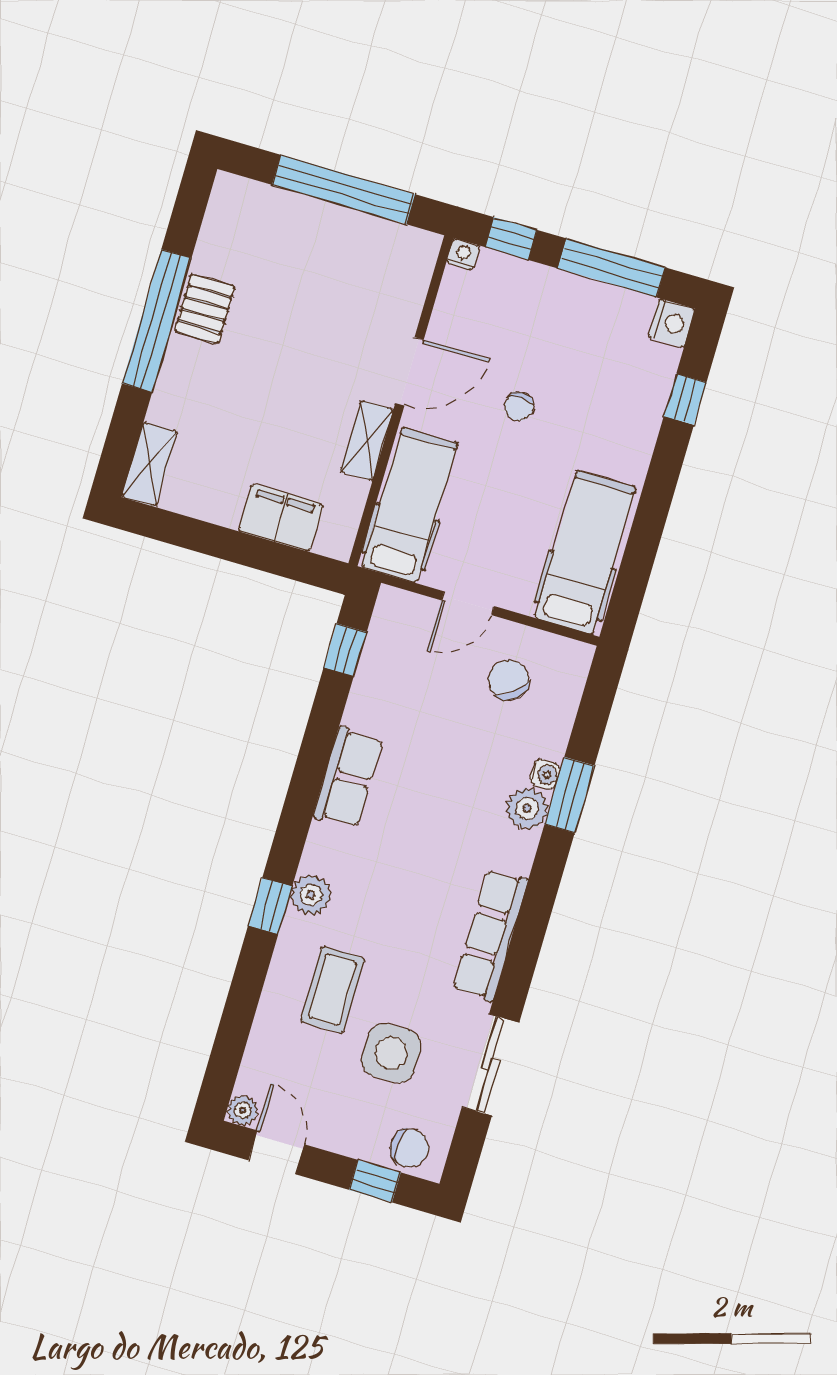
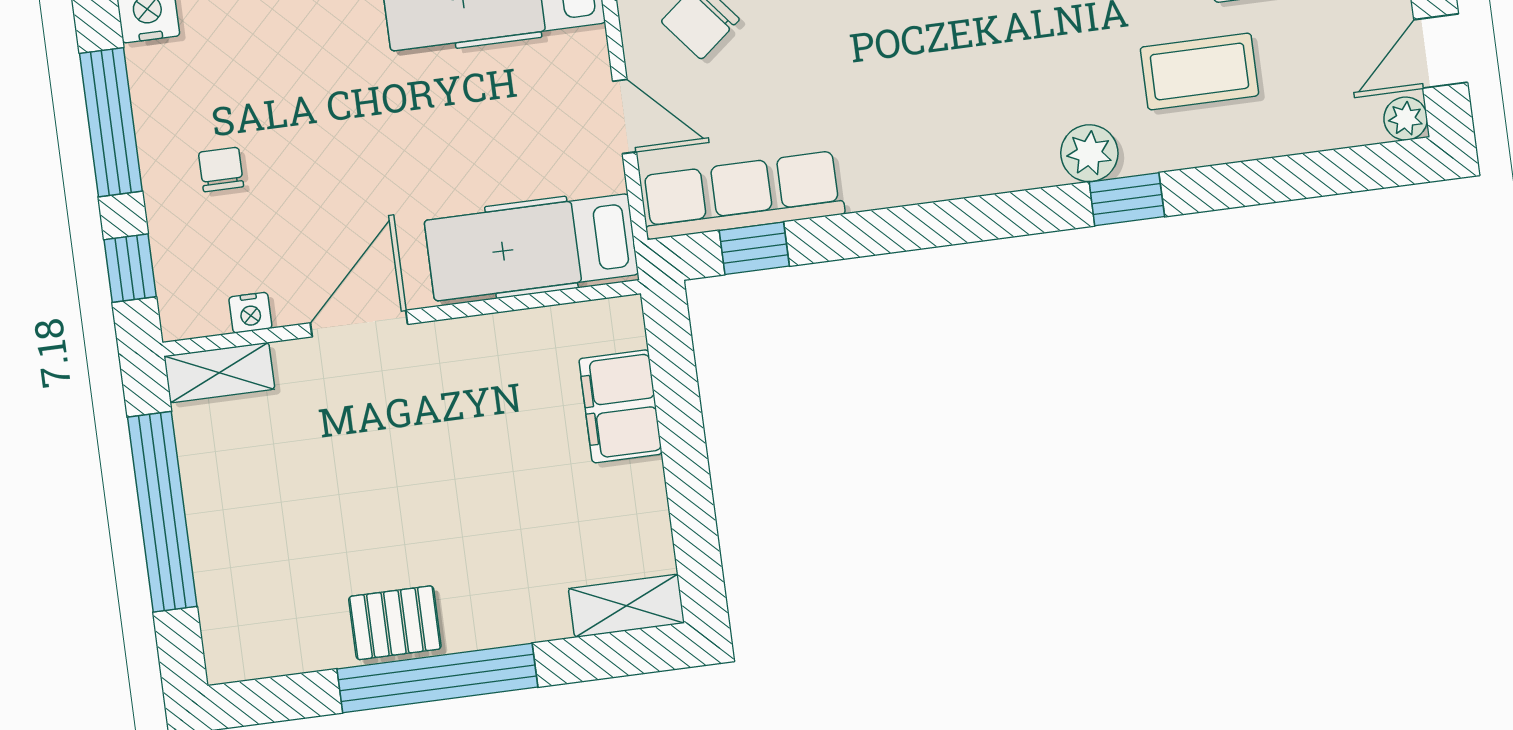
nightstand: (463, 254) -> (250, 313), moved, turned -90
door: (409, 371) -> (359, 324), hinge flipped
chair: (519, 407) -> (221, 169), moved, turned -90
shelving: (367, 440) -> (219, 373), moved
row of seats: (348, 778) -> (742, 195), moved, width x1.48

